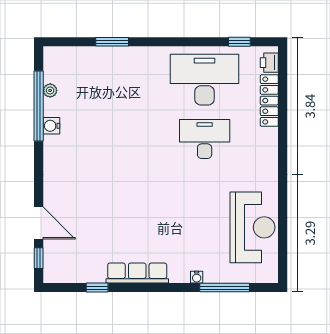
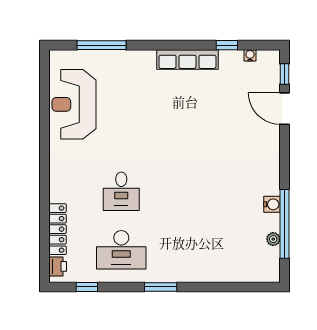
window: (112, 42) -> (161, 287), moved
desk: (205, 80) -> (121, 250), width x0.73, depth x0.77
desk: (205, 139) -> (121, 191), width x0.73
water cooler: (197, 277) -> (250, 55), moved

